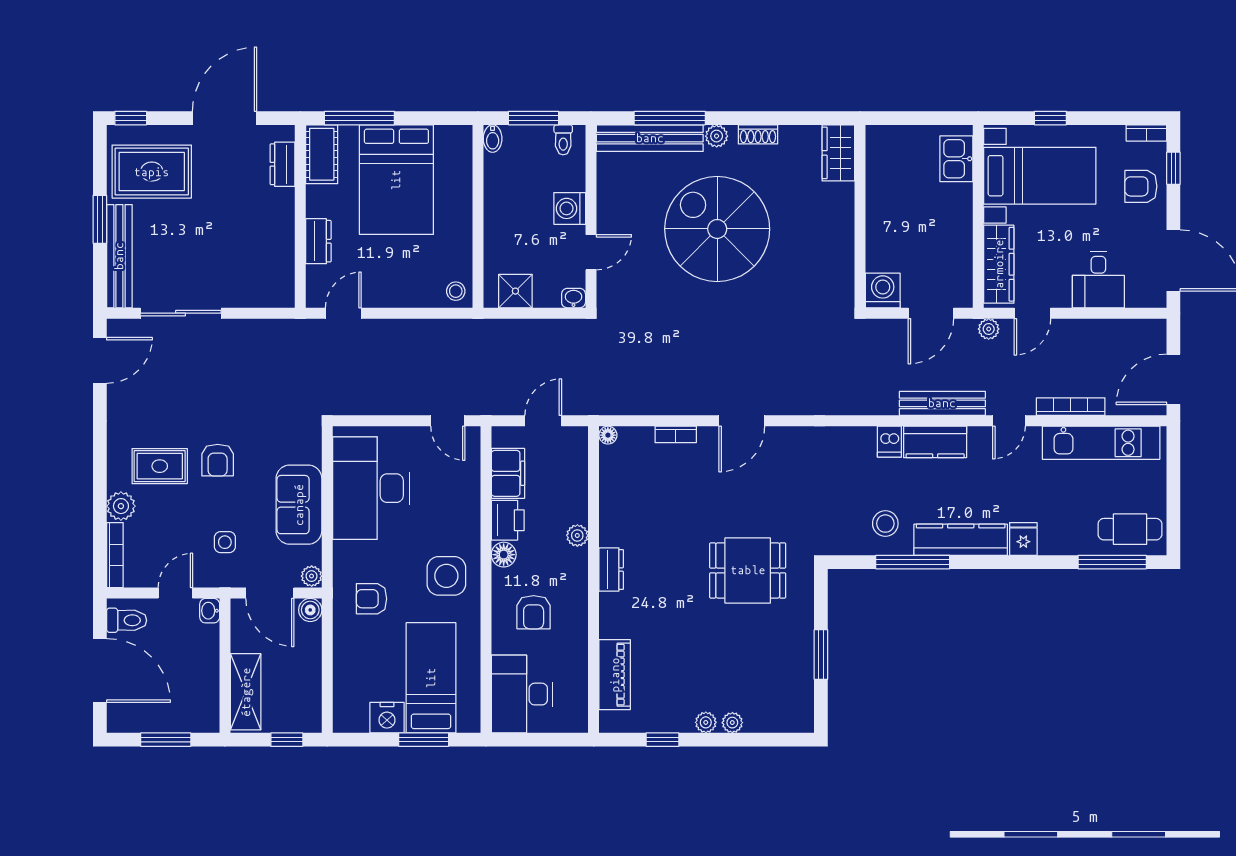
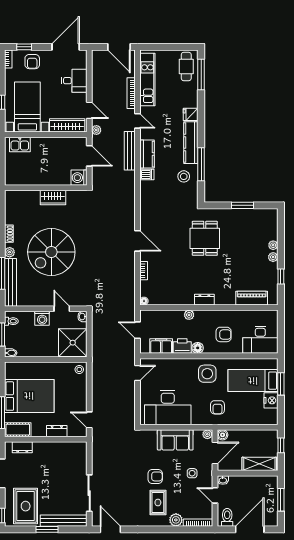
wardrobe: (838, 153) -> (53, 198), moved
shower: (515, 291) -> (73, 343), width x1.86, depth x1.86

